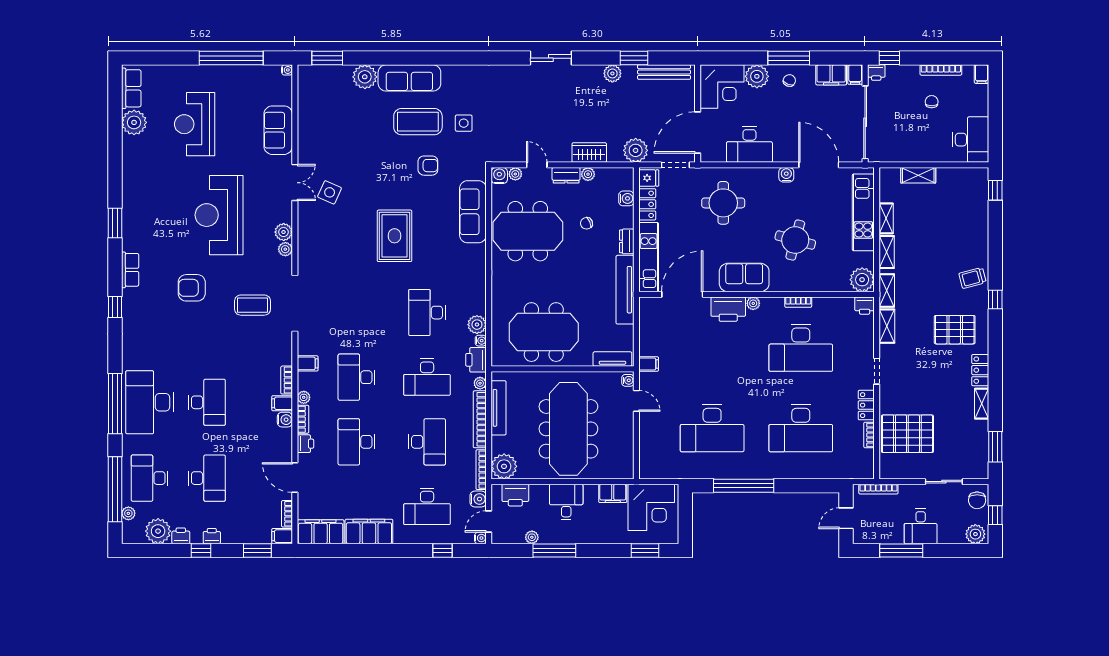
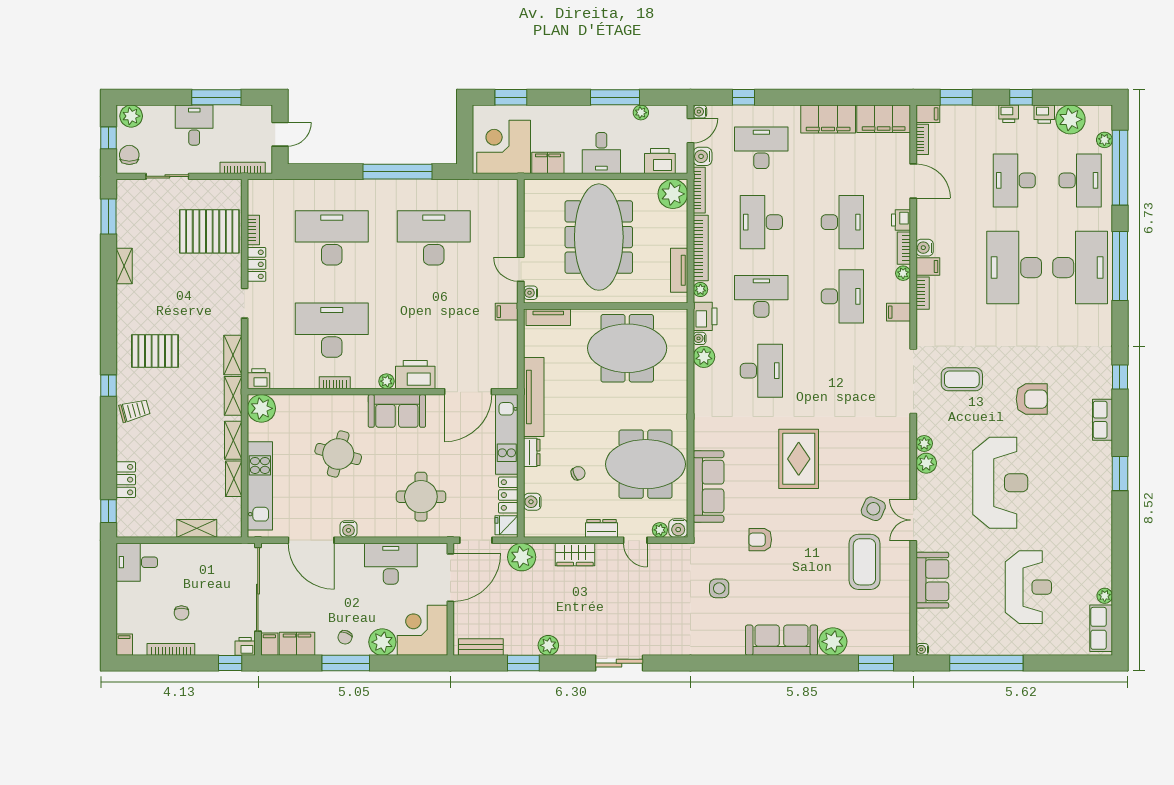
bench: (664, 72) -> (481, 647), width x0.73
plant: (134, 122) -> (1105, 596), width x0.53, depth x0.53
coffee table: (418, 122) -> (864, 562), moved, turned 90
desk: (971, 140) -> (137, 562), width x0.73
plant: (588, 174) -> (576, 530), removed
locker: (980, 370) -> (126, 480), moved
desk: (207, 402) -> (1014, 268), width x1.36, depth x1.30
tv unit: (499, 408) -> (679, 270), width x0.71

